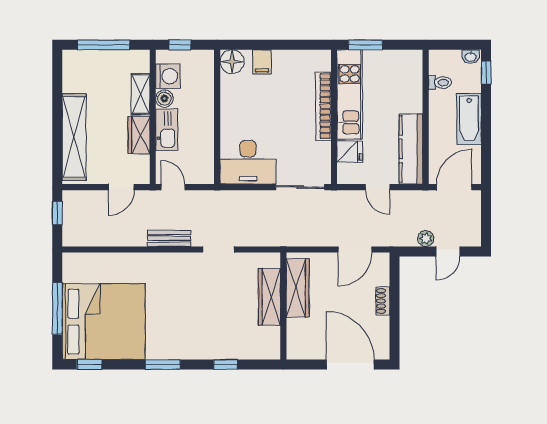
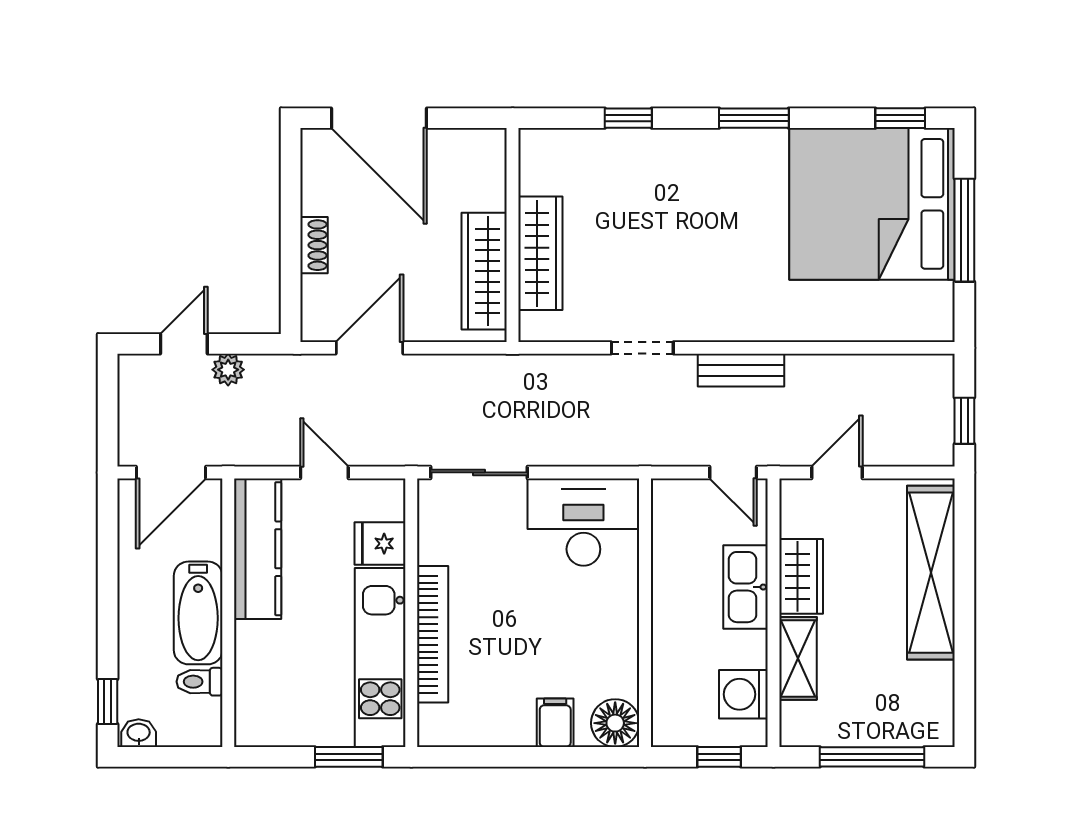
boiler: (164, 99) -> (750, 649), removed
bathtub: (469, 119) -> (198, 613), moved, turned 180

